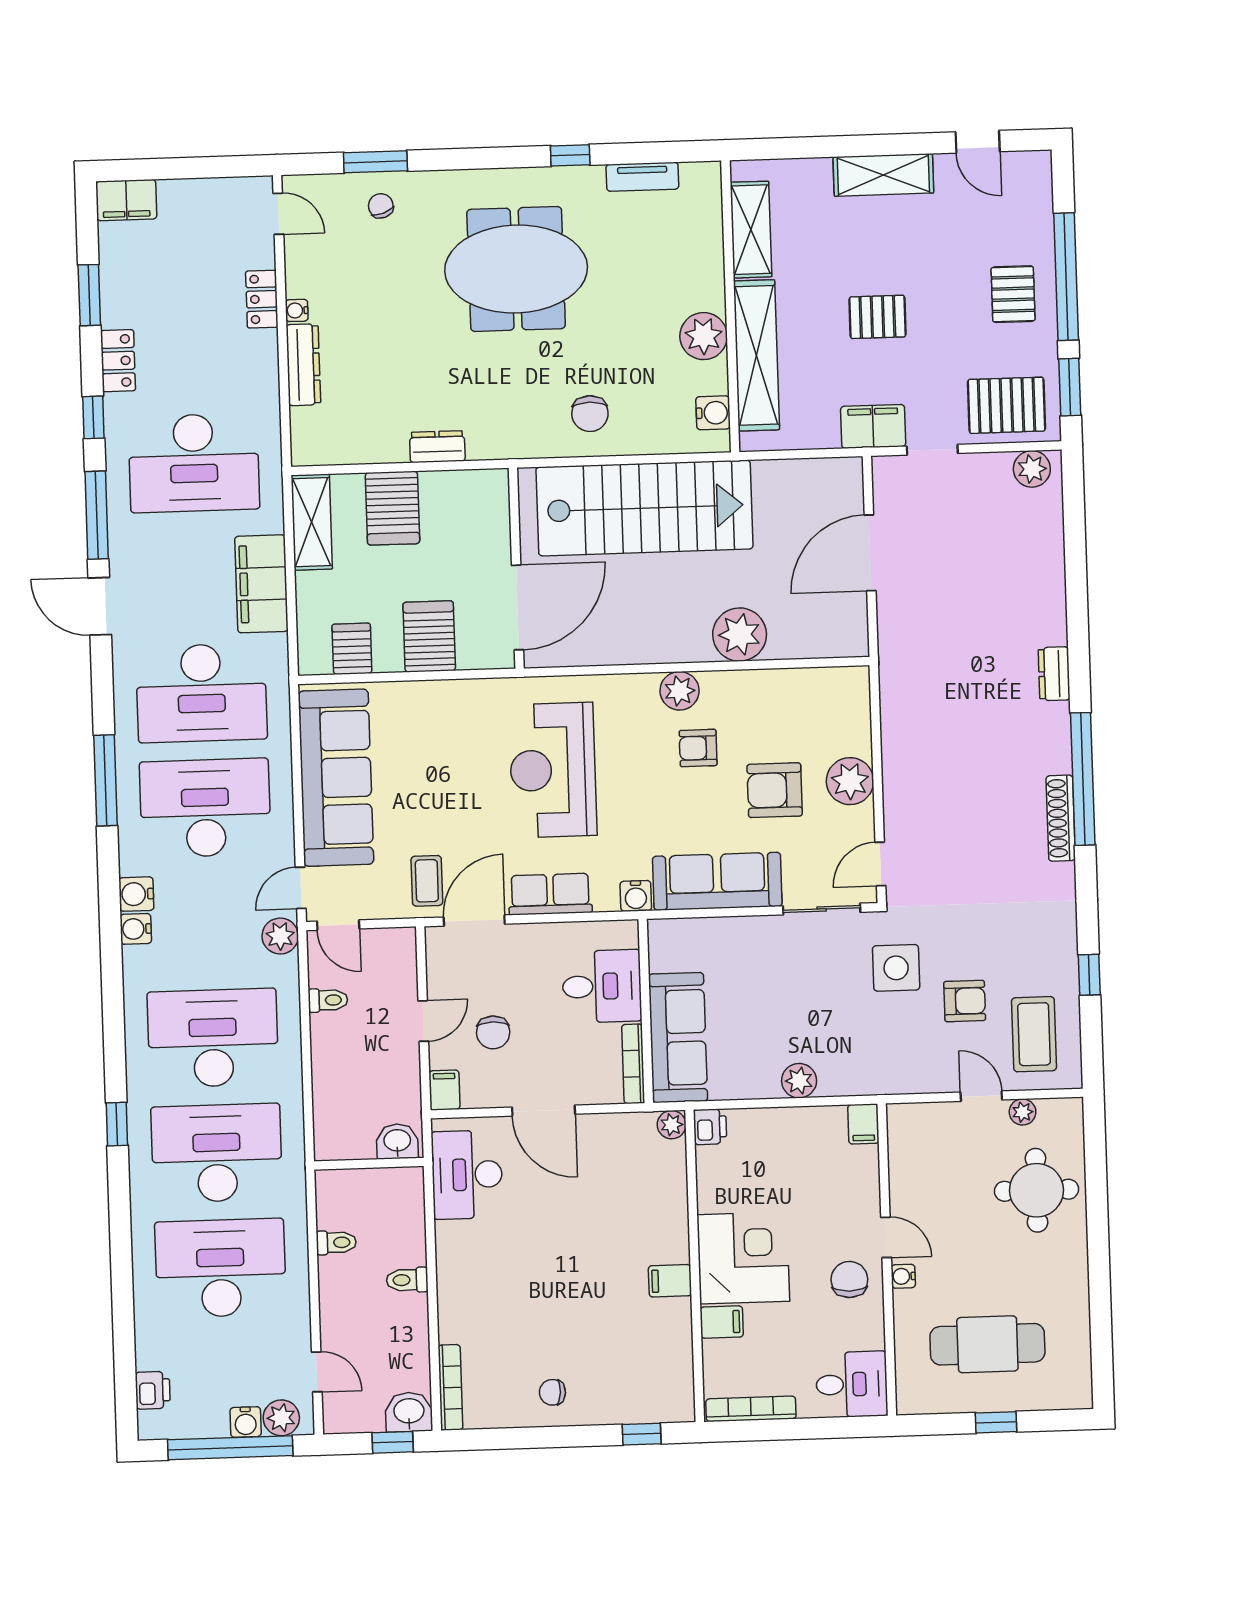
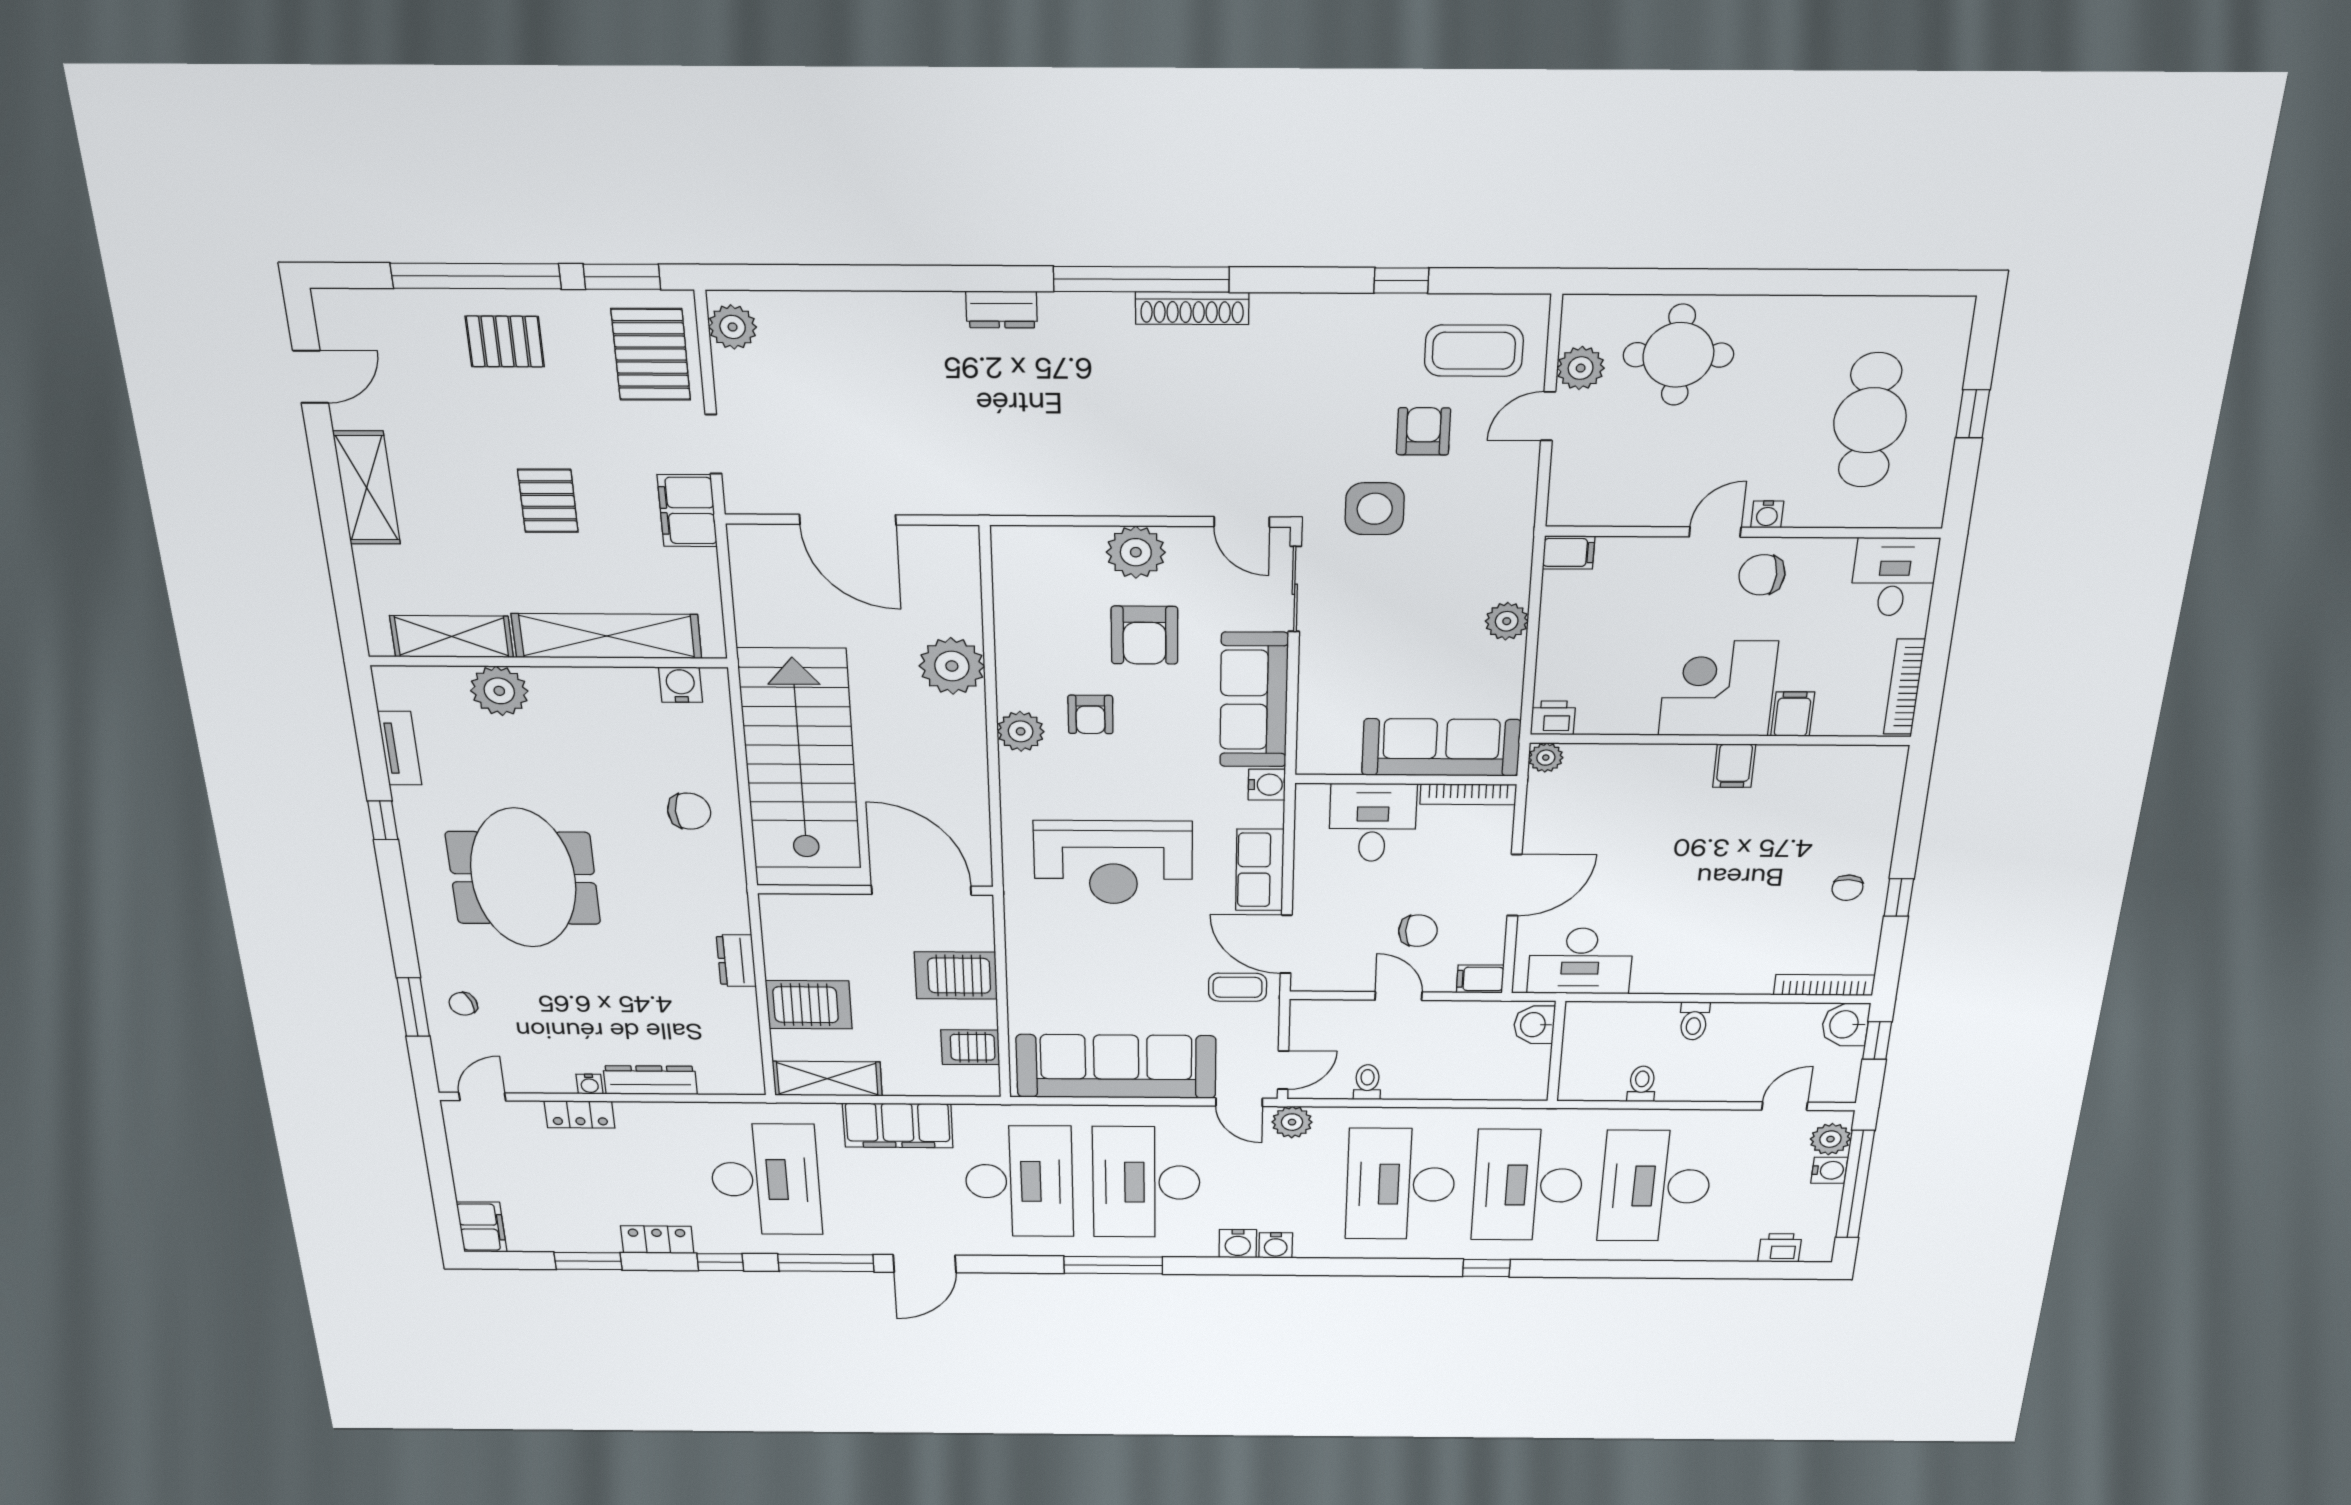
plant: (704, 336) -> (499, 691), moved
plant: (1023, 1112) -> (1581, 368), width x1.38, depth x1.38
window: (642, 1434) -> (1899, 897), moved

